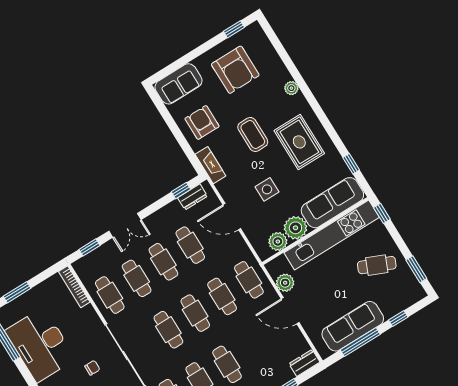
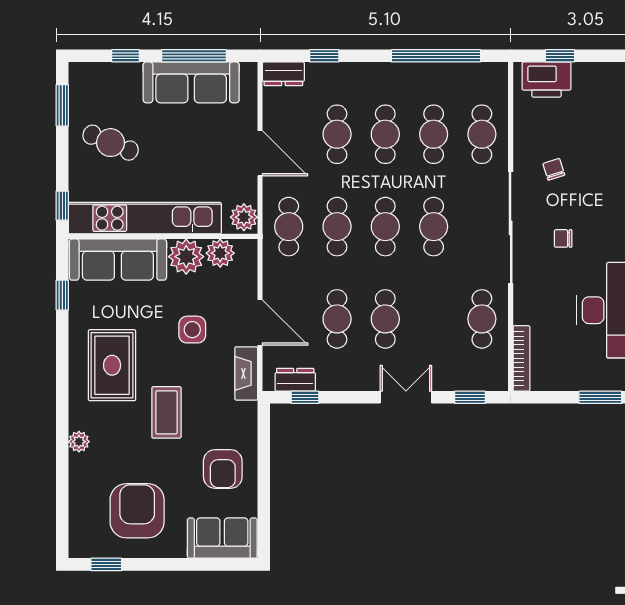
fireplace: (210, 165) -> (246, 373), moved
cafe table: (137, 278) -> (337, 134), moved
plant: (285, 283) -> (244, 217), moved

